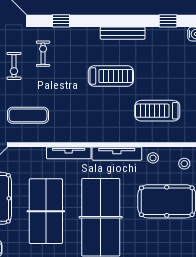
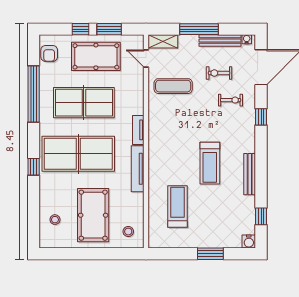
exercise mat: (28, 115) -> (173, 86), turned 90
tv unit: (69, 153) -> (138, 130), width x0.71
stool: (153, 158) -> (55, 220), moved

